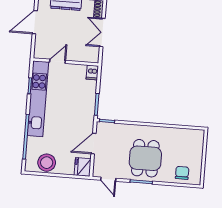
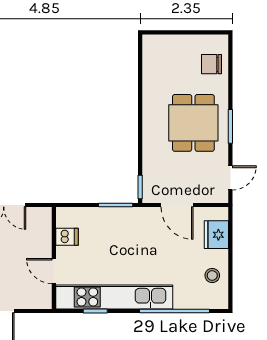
dishwasher: (92, 73) -> (67, 237), moved
dining table: (145, 158) -> (193, 123), turned 90
stool: (47, 163) -> (212, 275), width x0.53, depth x0.53
fridge: (83, 167) -> (216, 235), moved, turned 90

